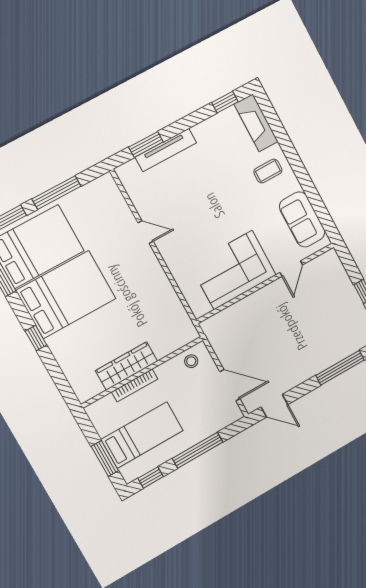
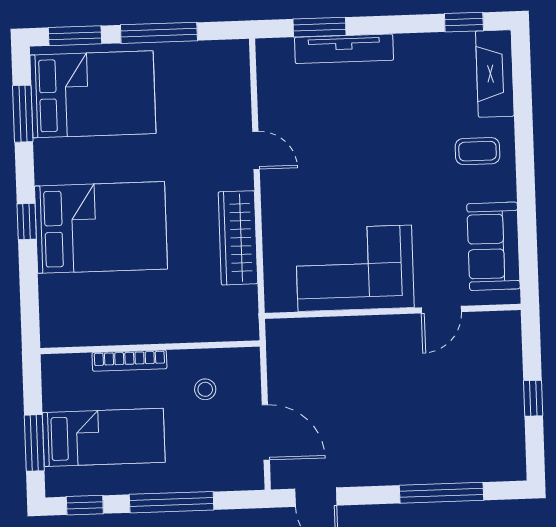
bed: (66, 295) -> (101, 227), moved
stool: (191, 361) -> (205, 389), moved
wardrobe: (127, 366) -> (238, 238), moved, turned -90

